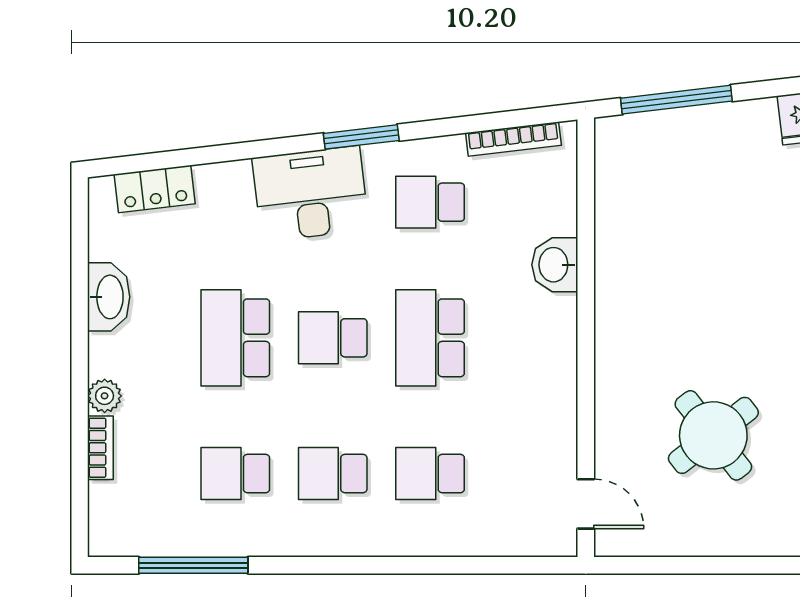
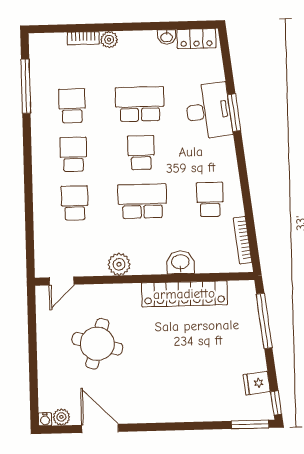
window: (361, 137) -> (234, 113), moved
locker: (155, 189) -> (196, 39), moved, turned -83
desk: (310, 194) -> (208, 111), moved
locker: (618, 258) -> (184, 294), added
washbasin: (109, 297) -> (167, 37), width x0.52, depth x0.69
plant: (555, 388) -> (119, 264), added
round table: (713, 435) -> (97, 344), turned -36

